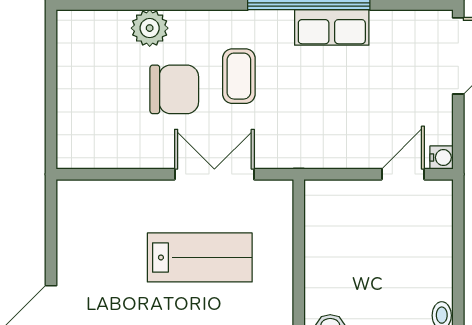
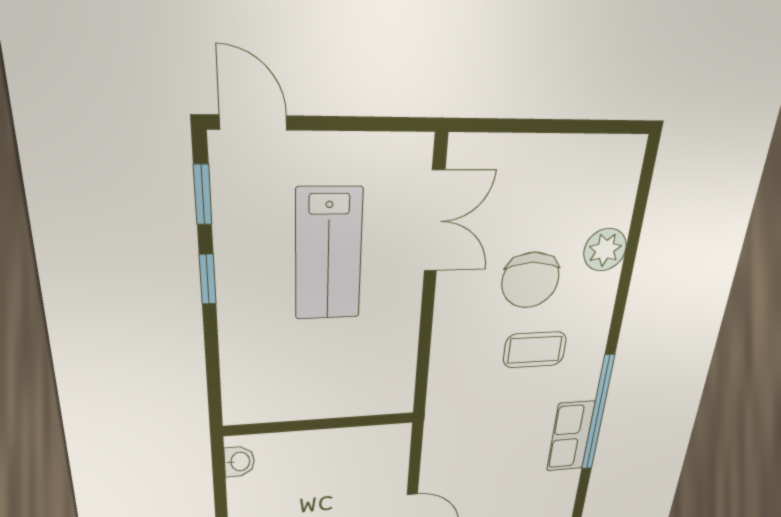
double door: (214, 174) -> (434, 222), moved
lab bench: (200, 257) -> (328, 255), moved

